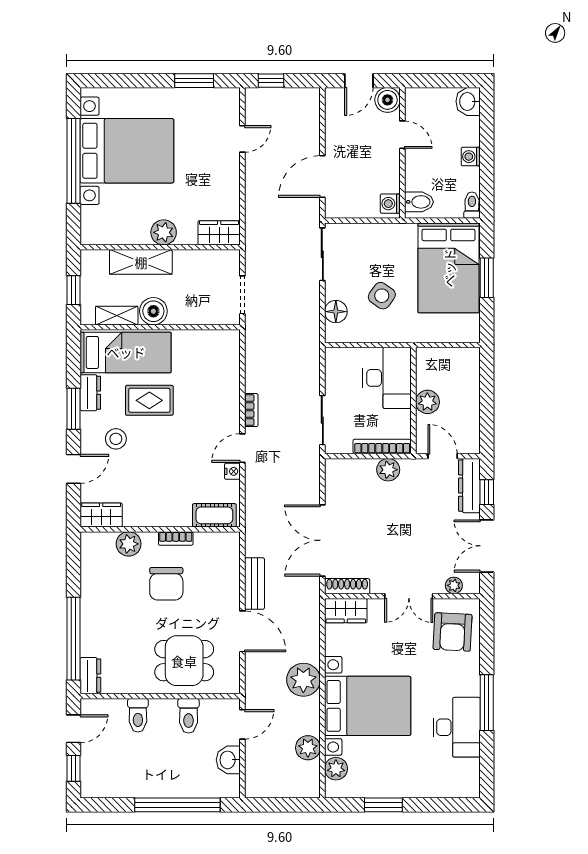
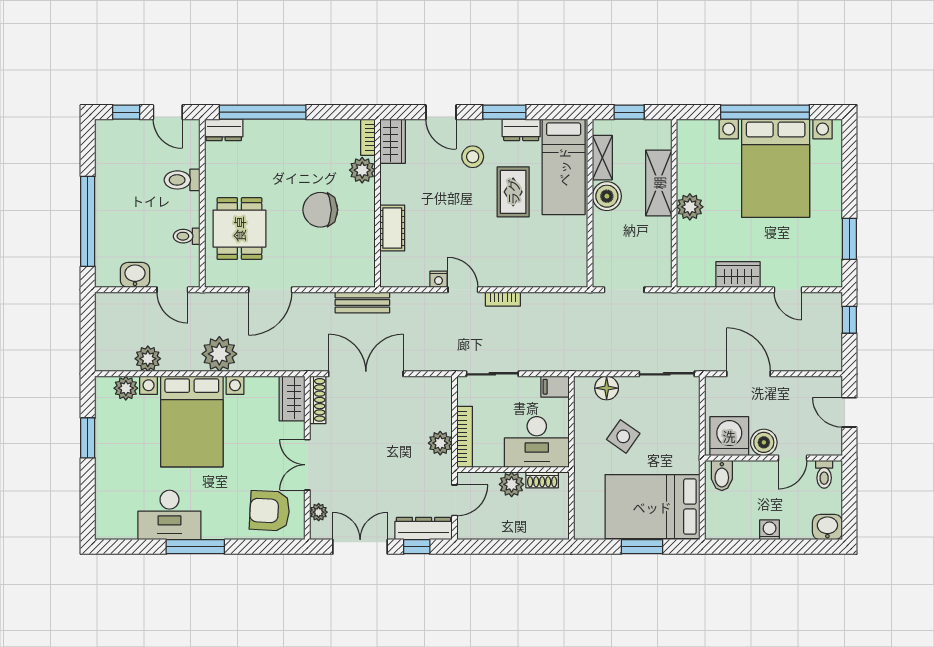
boiler: (387, 100) -> (764, 442), moved
washing machine: (390, 204) -> (729, 436), width x1.89, depth x1.89
toilet: (472, 205) -> (824, 474), moved, turned 90
wardrobe: (219, 233) -> (738, 275), moved, turned -90
filing cabinet: (335, 361) -> (555, 387), added
shoe rack: (423, 373) -> (542, 480), added
cot: (214, 515) -> (392, 228), moved
bookcase: (176, 539) -> (368, 137), moved
bench: (254, 584) -> (362, 302), moved
toilet: (189, 716) -> (187, 236), width x0.73, depth x0.72

